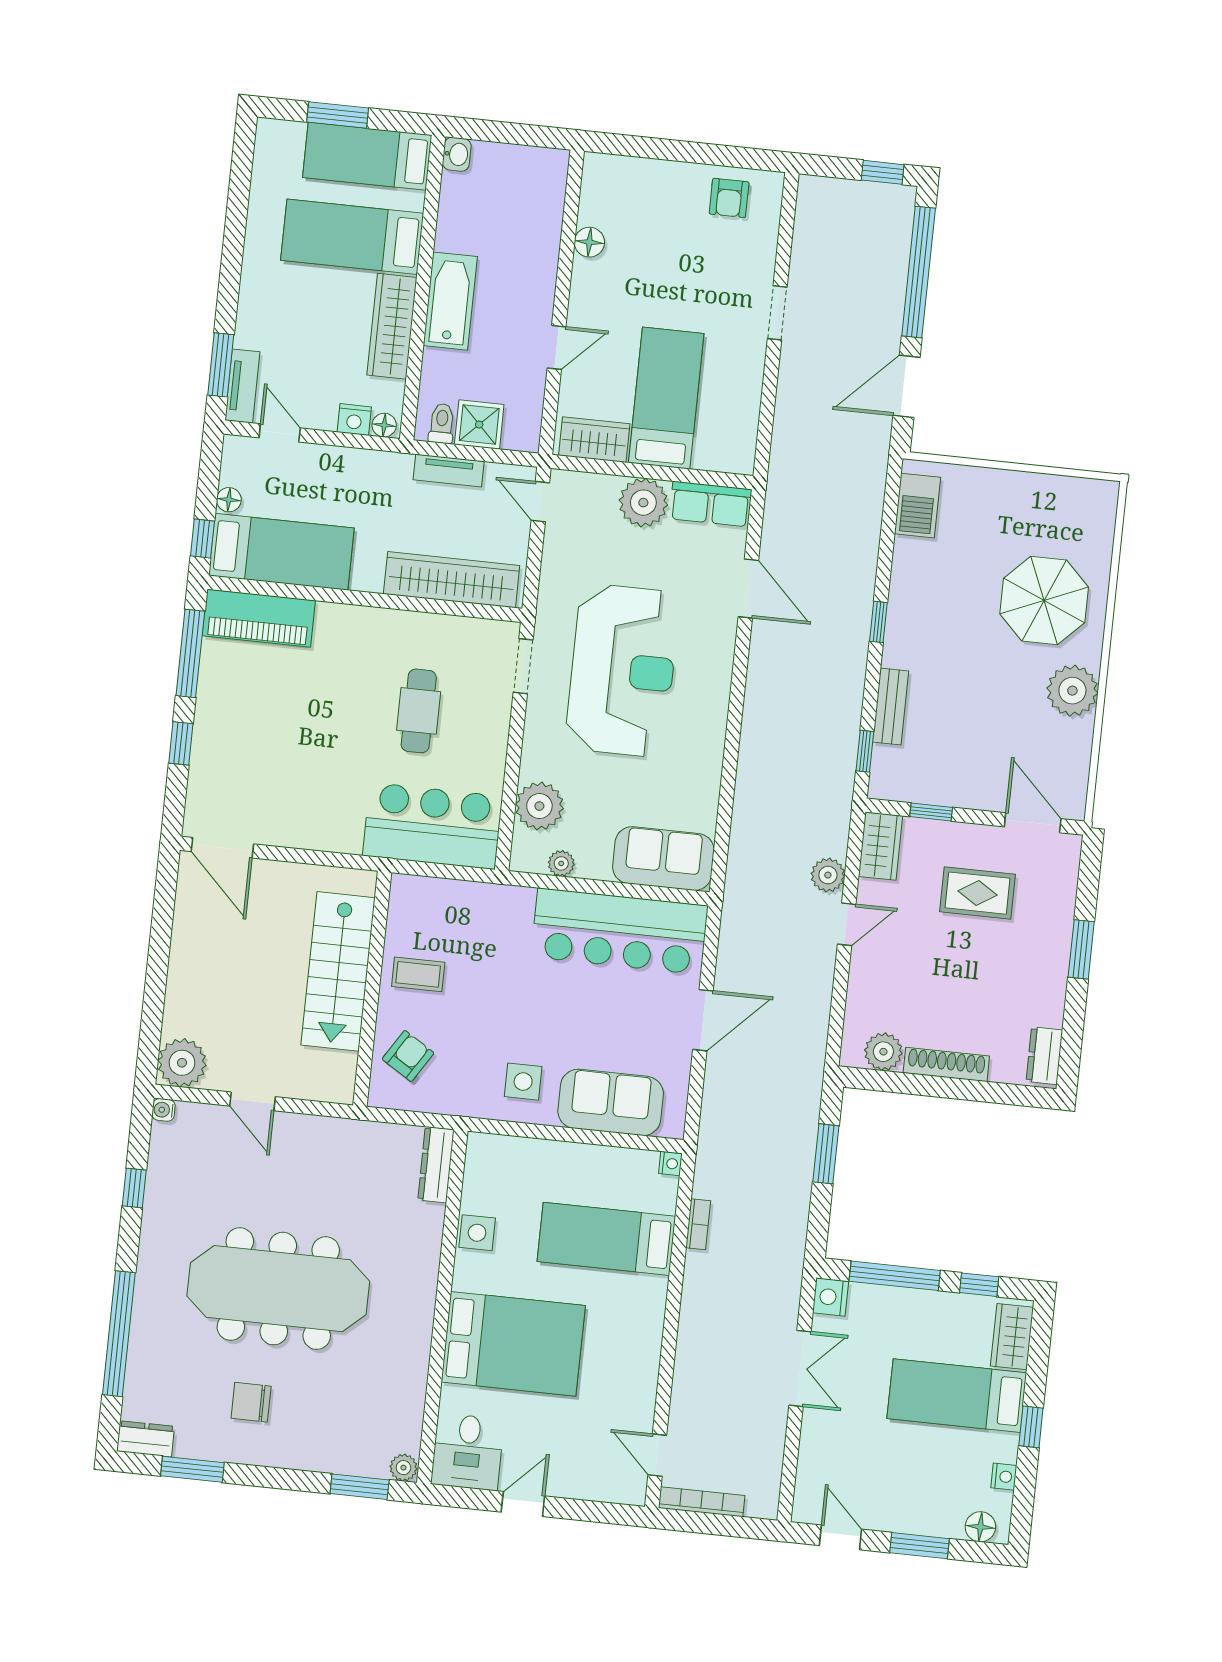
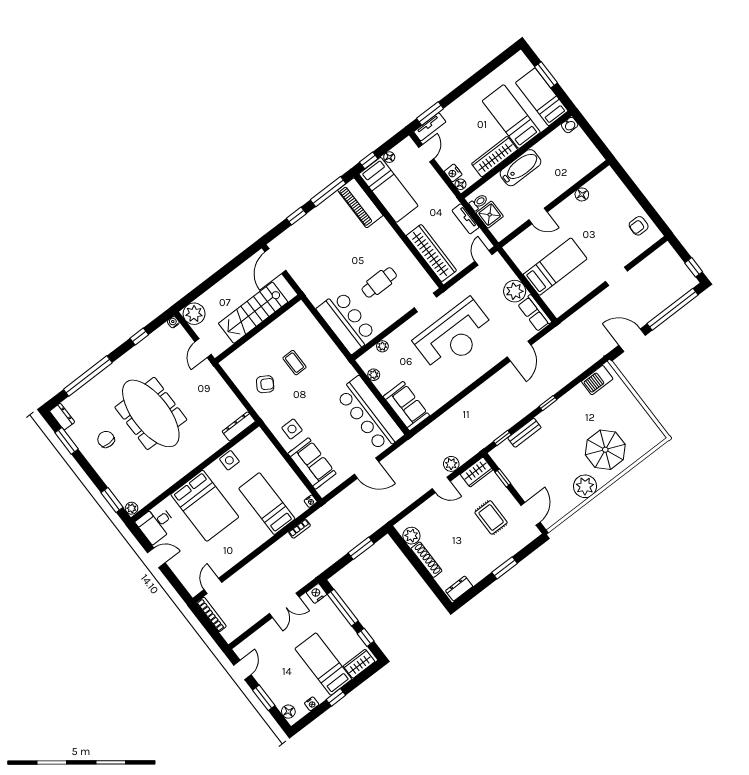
wardrobe: (594, 440) -> (520, 256), removed
plant: (539, 806) -> (382, 346), width x0.53, depth x0.53
stairs: (338, 971) -> (253, 313), moved
wall: (372, 989) -> (258, 329), moved

